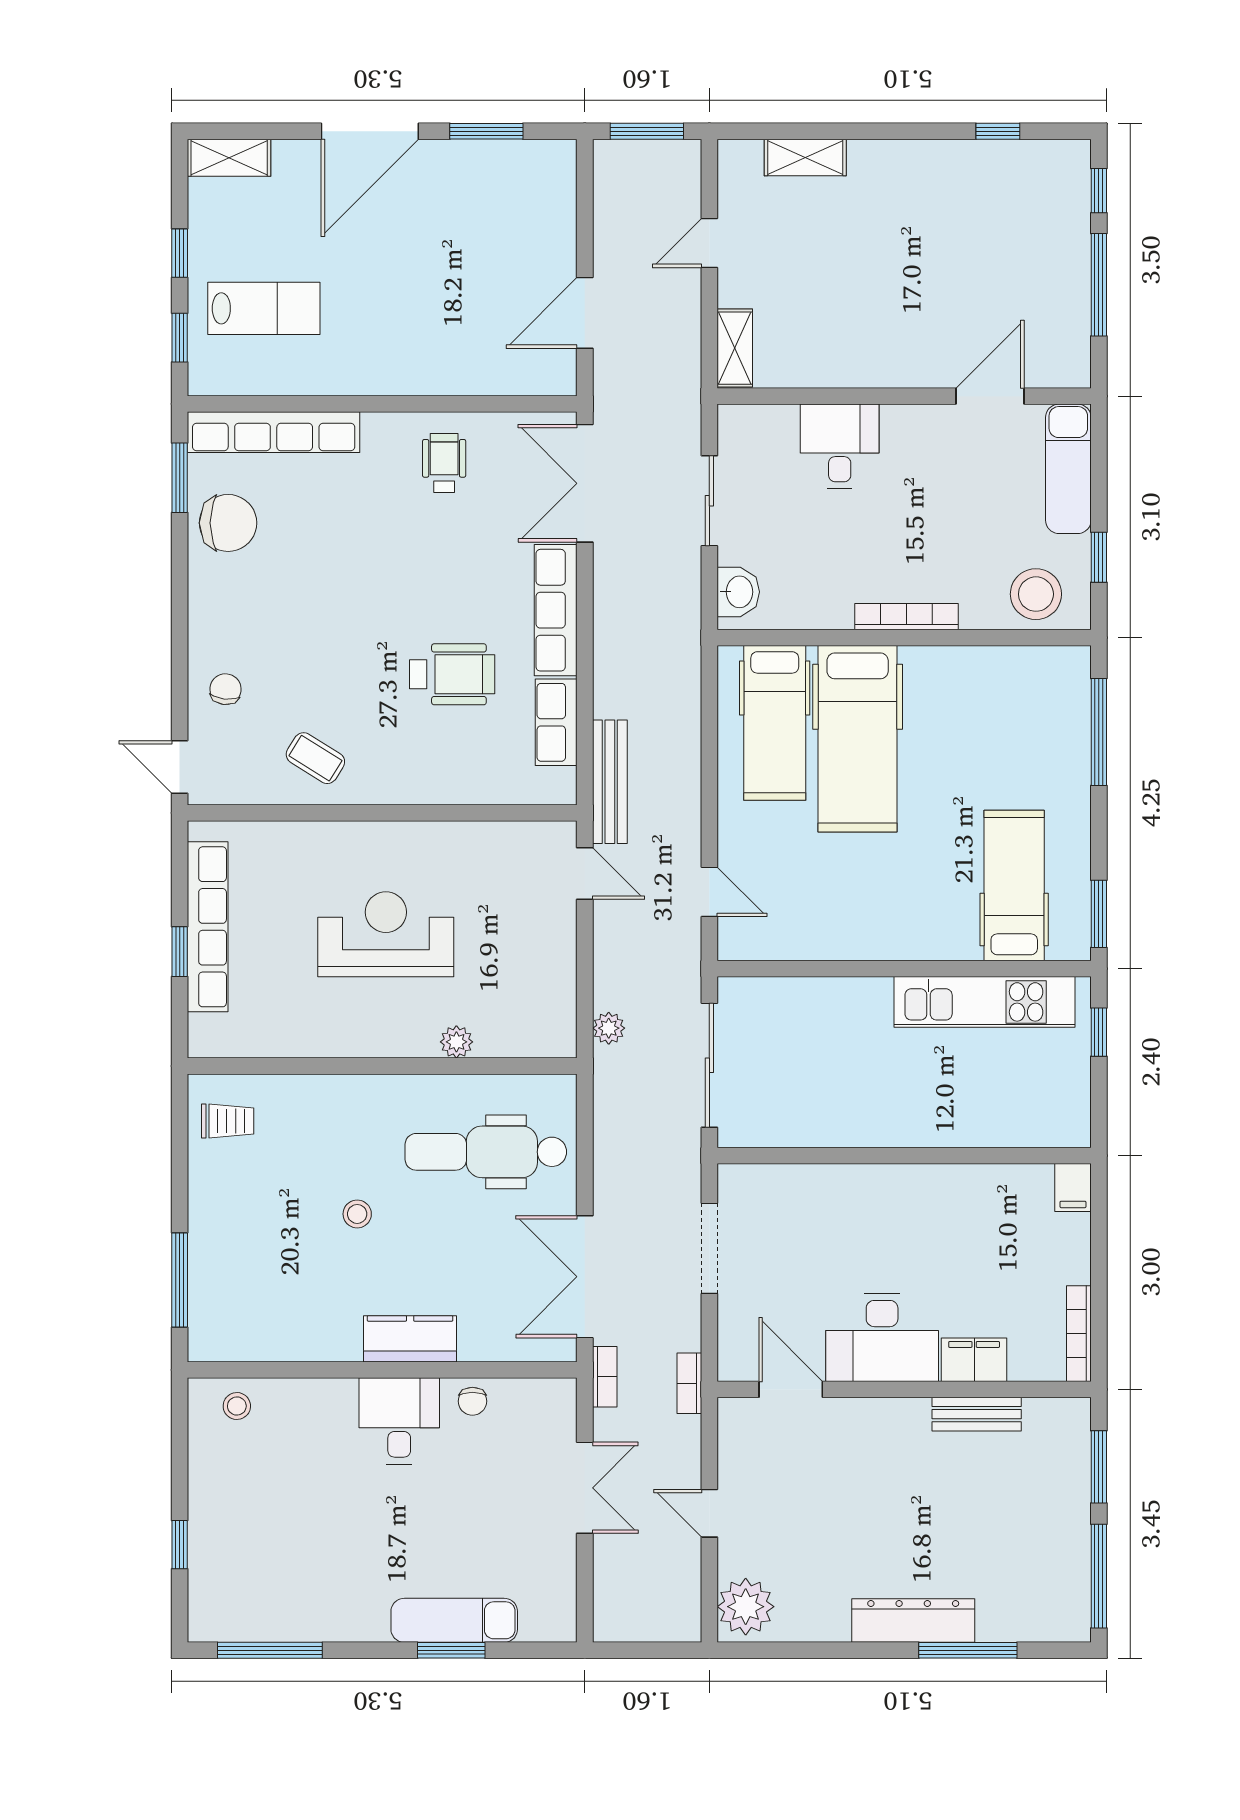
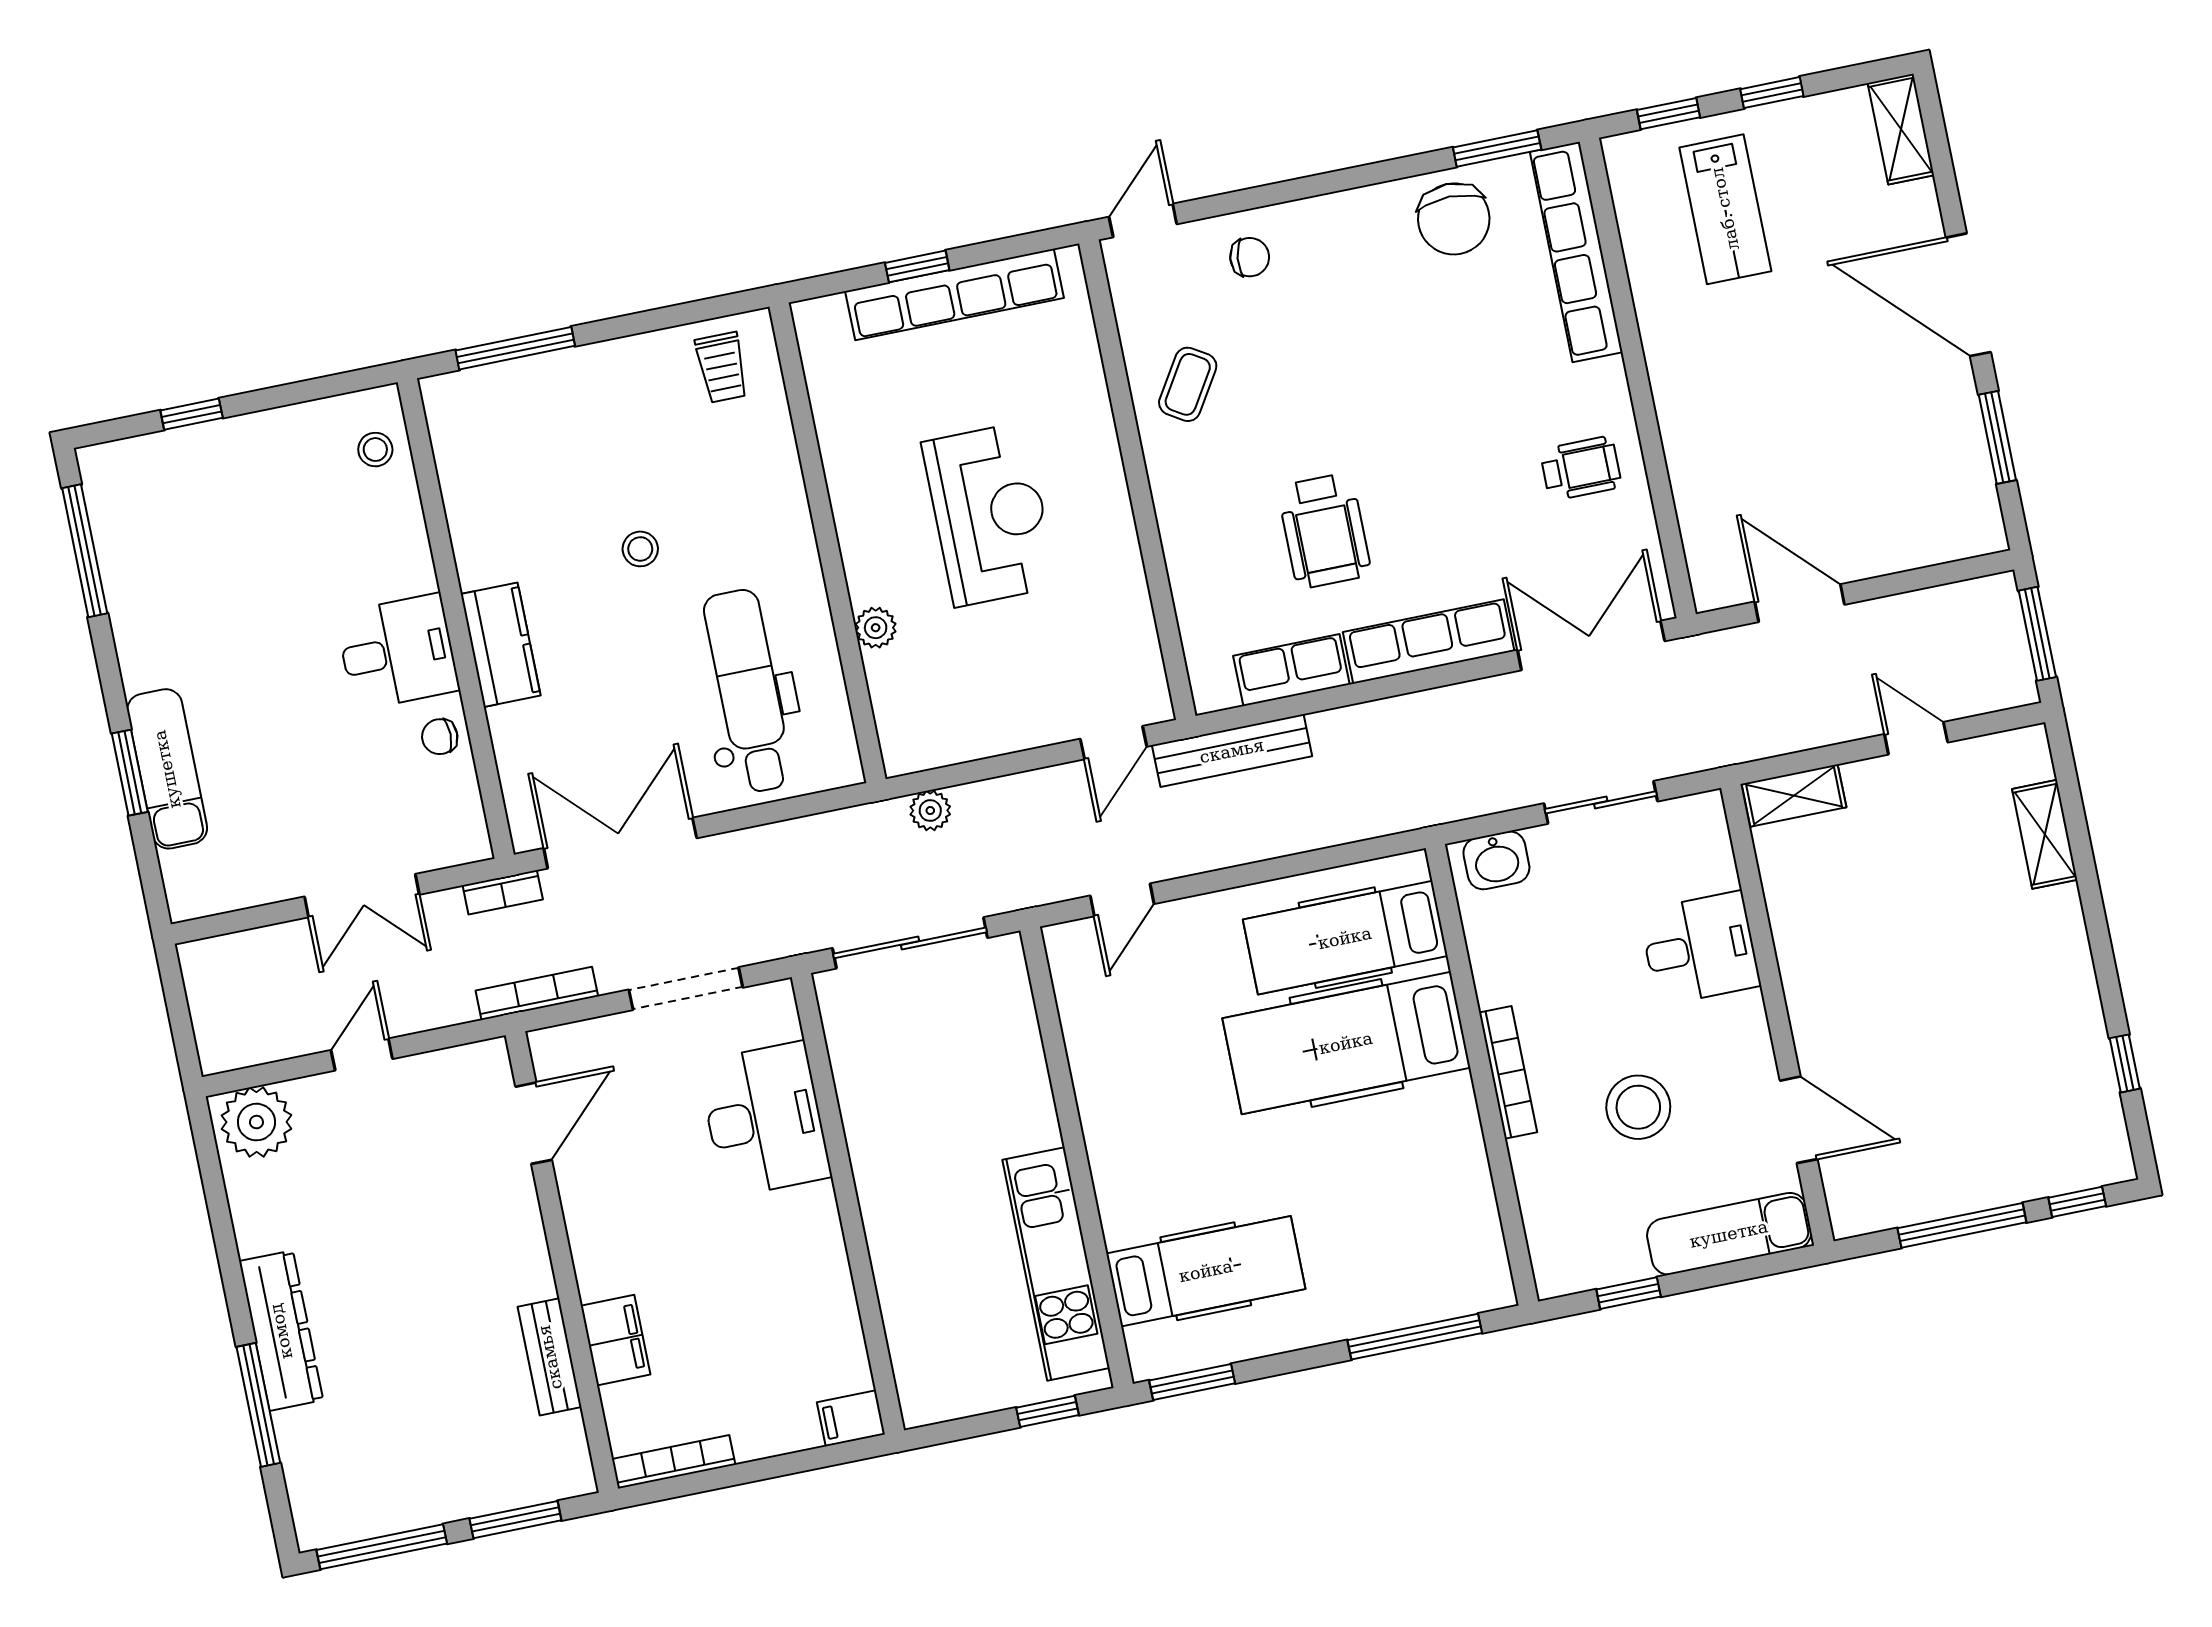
stool: (1036, 594) -> (1638, 1107), moved
desk: (882, 1337) -> (765, 1119), moved, turned 180
bookcase: (689, 1383) -> (537, 993), width x1.56

